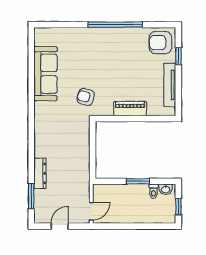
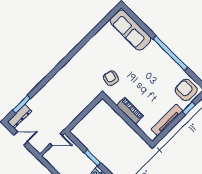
sofa: (45, 74) -> (130, 30), moved, turned 90
dresser: (40, 173) -> (20, 116), moved
door: (91, 211) -> (56, 139), moved

